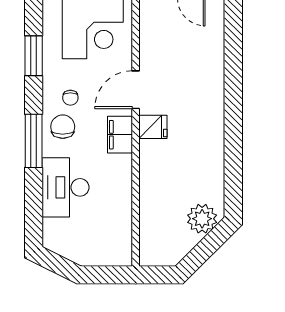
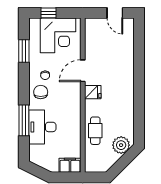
filing cabinet: (120, 135) -> (70, 165), moved, turned 90
window: (34, 141) -> (24, 120), moved
cafe table: (157, 194) -> (95, 131), added

